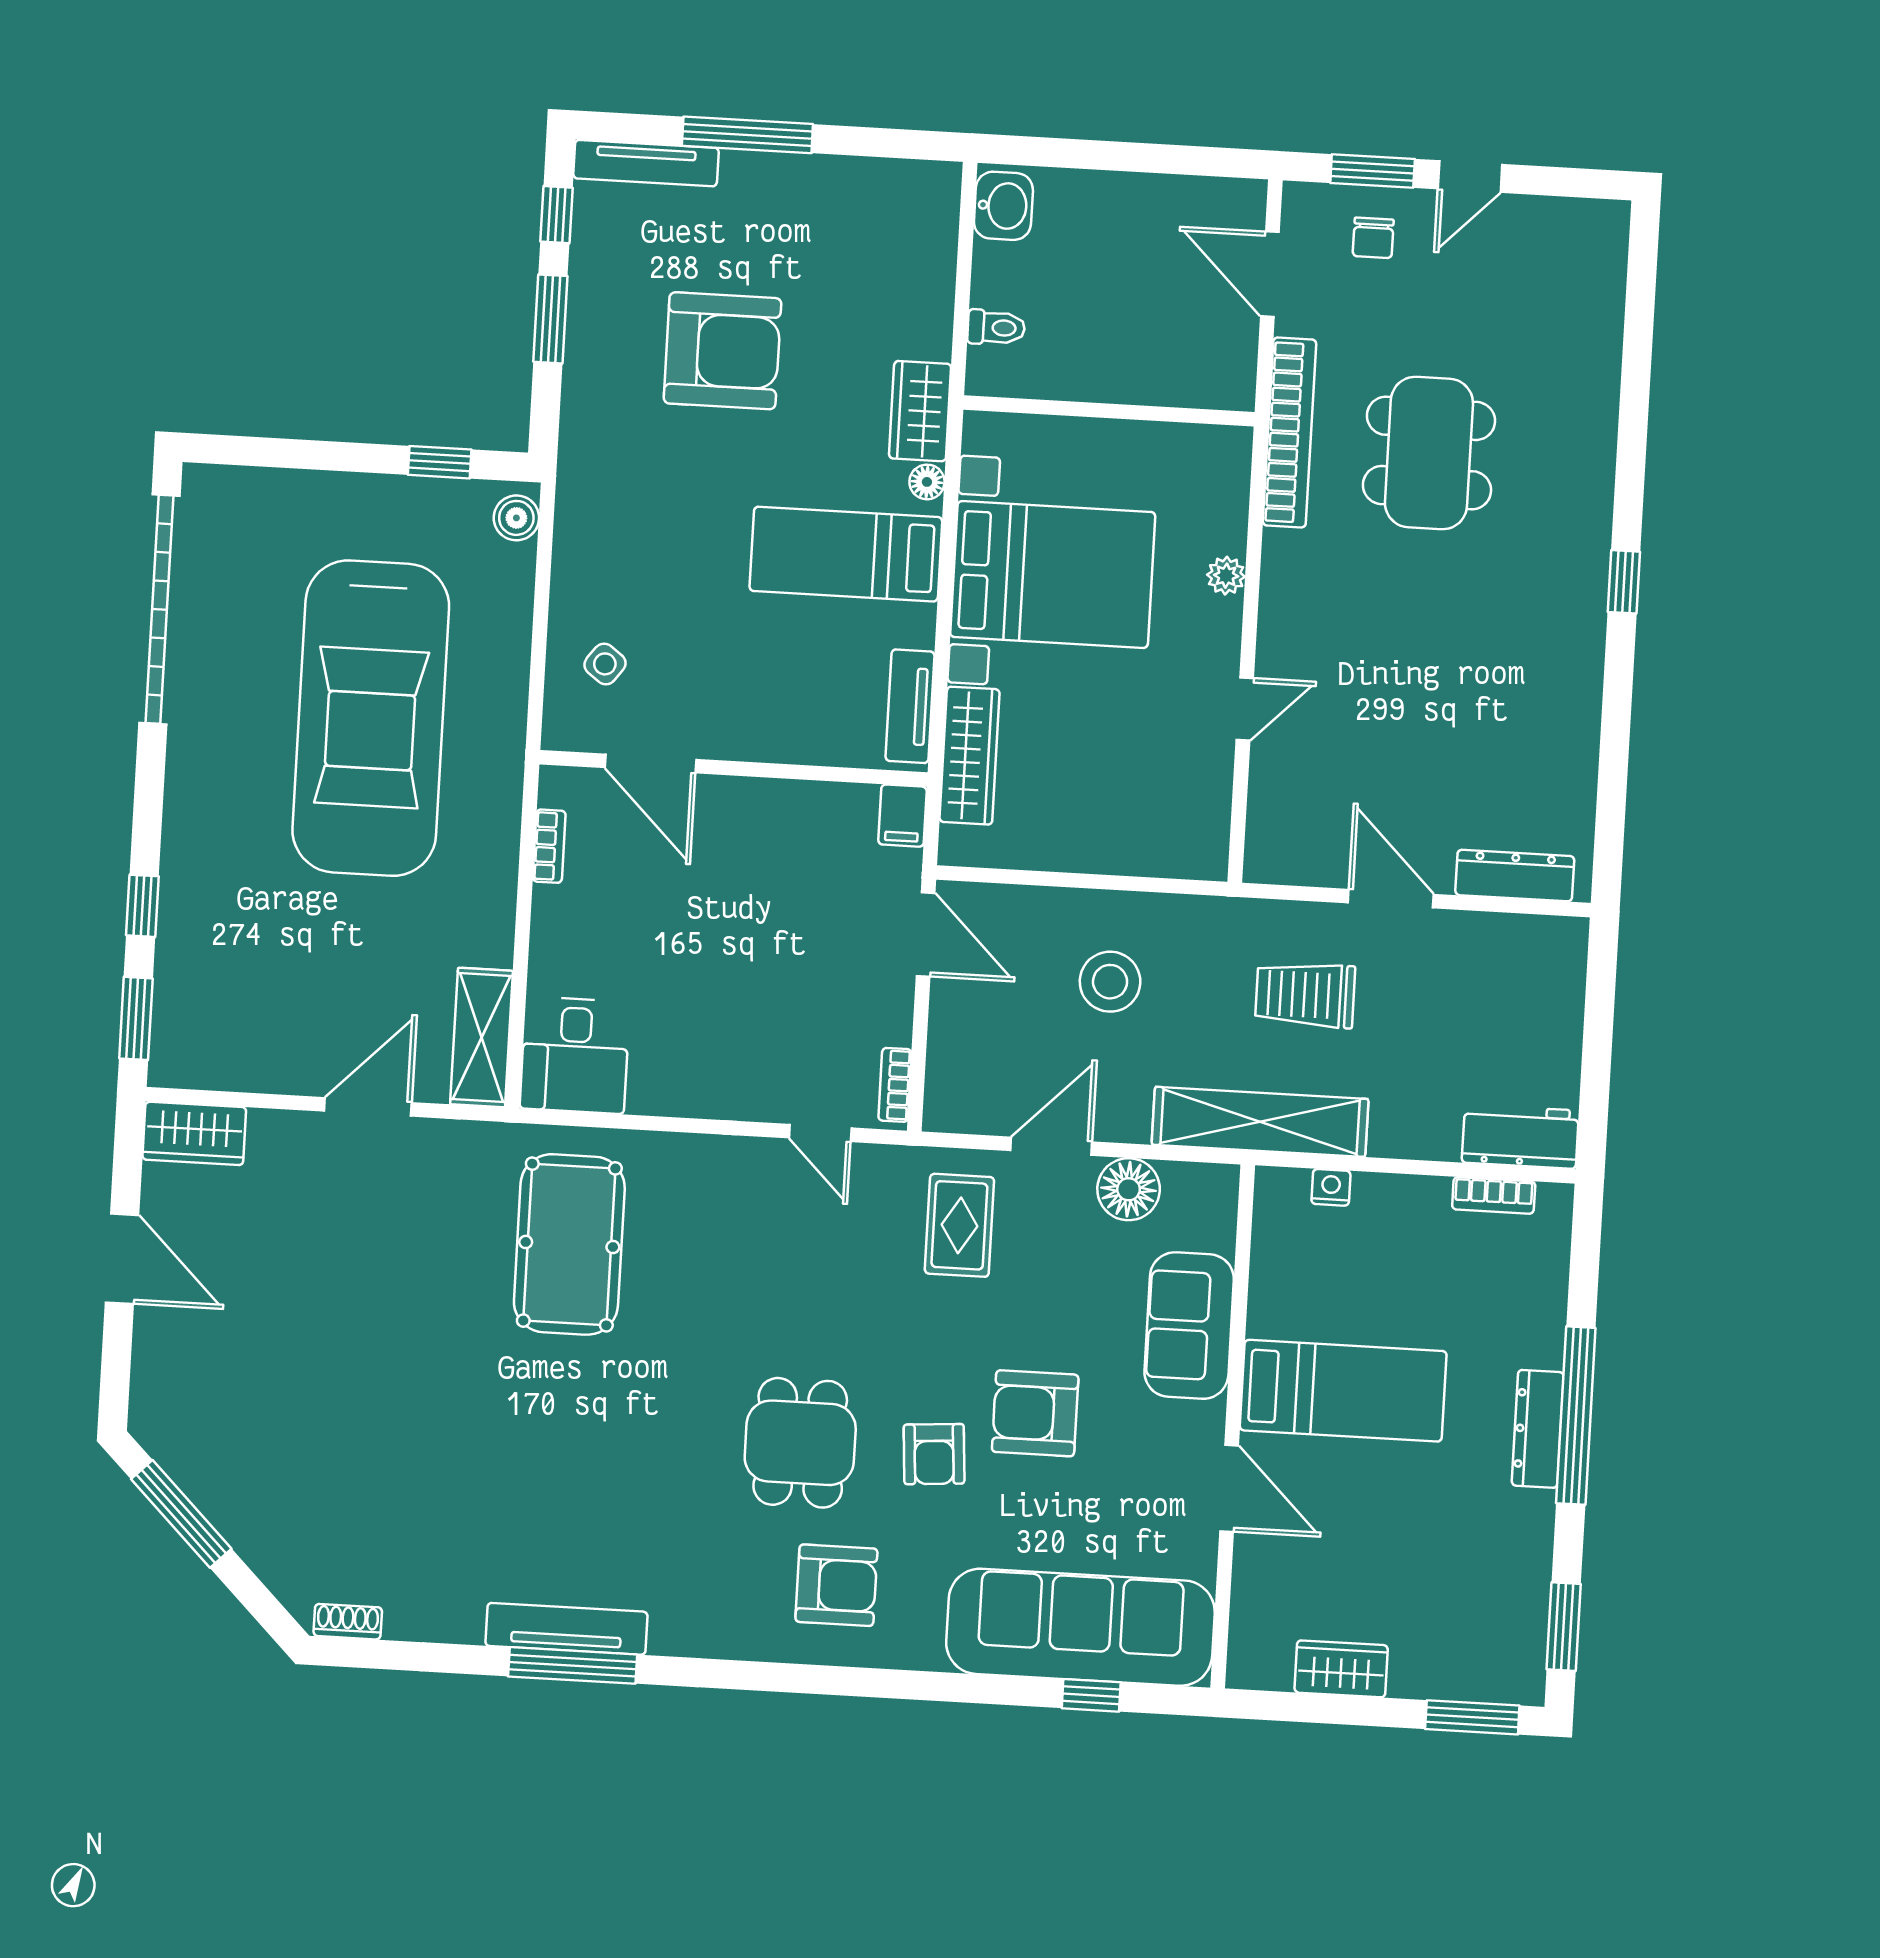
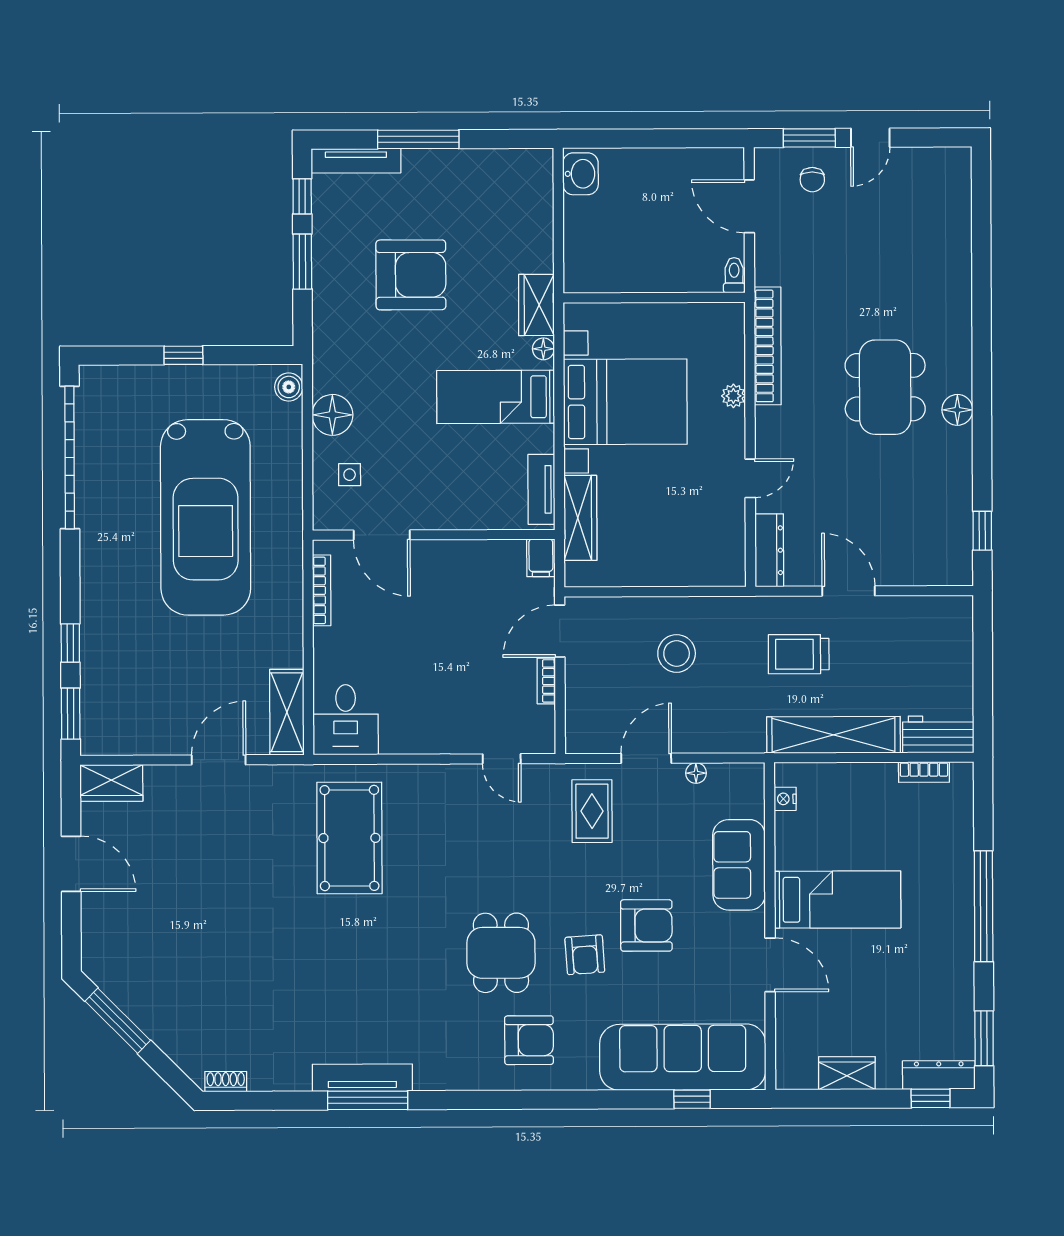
toilet: (996, 328) -> (734, 275), moved, turned -90
bookcase: (1289, 433) -> (768, 346), moved
dining table: (1429, 453) -> (885, 387), moved
window: (440, 462) -> (183, 355), moved
floor lamp: (583, 567) -> (332, 415), added
window: (1624, 582) -> (982, 531), moved
floor lamp: (1583, 620) -> (957, 410), added
side table: (605, 664) -> (350, 475), turned -37
bookcase: (549, 846) -> (322, 590), width x1.56
dresser: (1515, 876) -> (769, 550), moved, turned 90
door: (926, 934) -> (560, 631), swing flipped
bookcase: (895, 1085) -> (546, 681), moved
shelving: (1260, 1122) -> (833, 735), moved
nightstand: (1331, 1187) -> (785, 799), moved, turned -90
floor lamp: (1129, 1189) -> (696, 773), width x0.53, depth x0.53
armchair: (1035, 1413) -> (646, 925), turned 180
dresser: (1538, 1429) -> (939, 1075), moved, turned 90
window: (1472, 1717) -> (931, 1098), width x0.67

